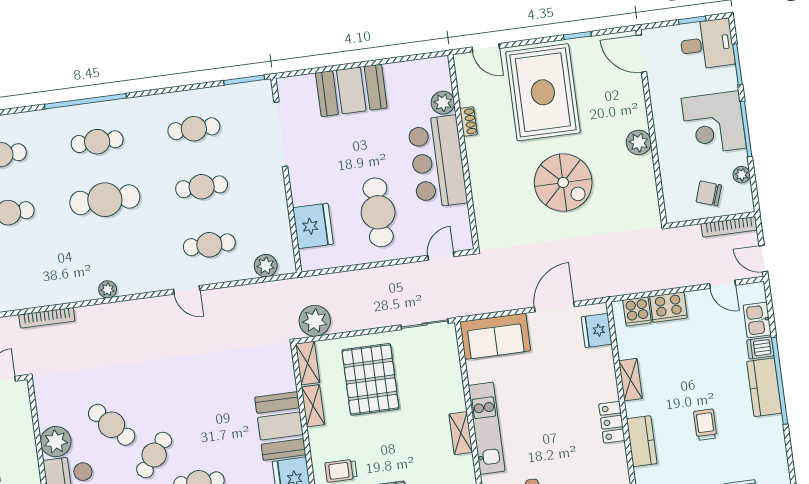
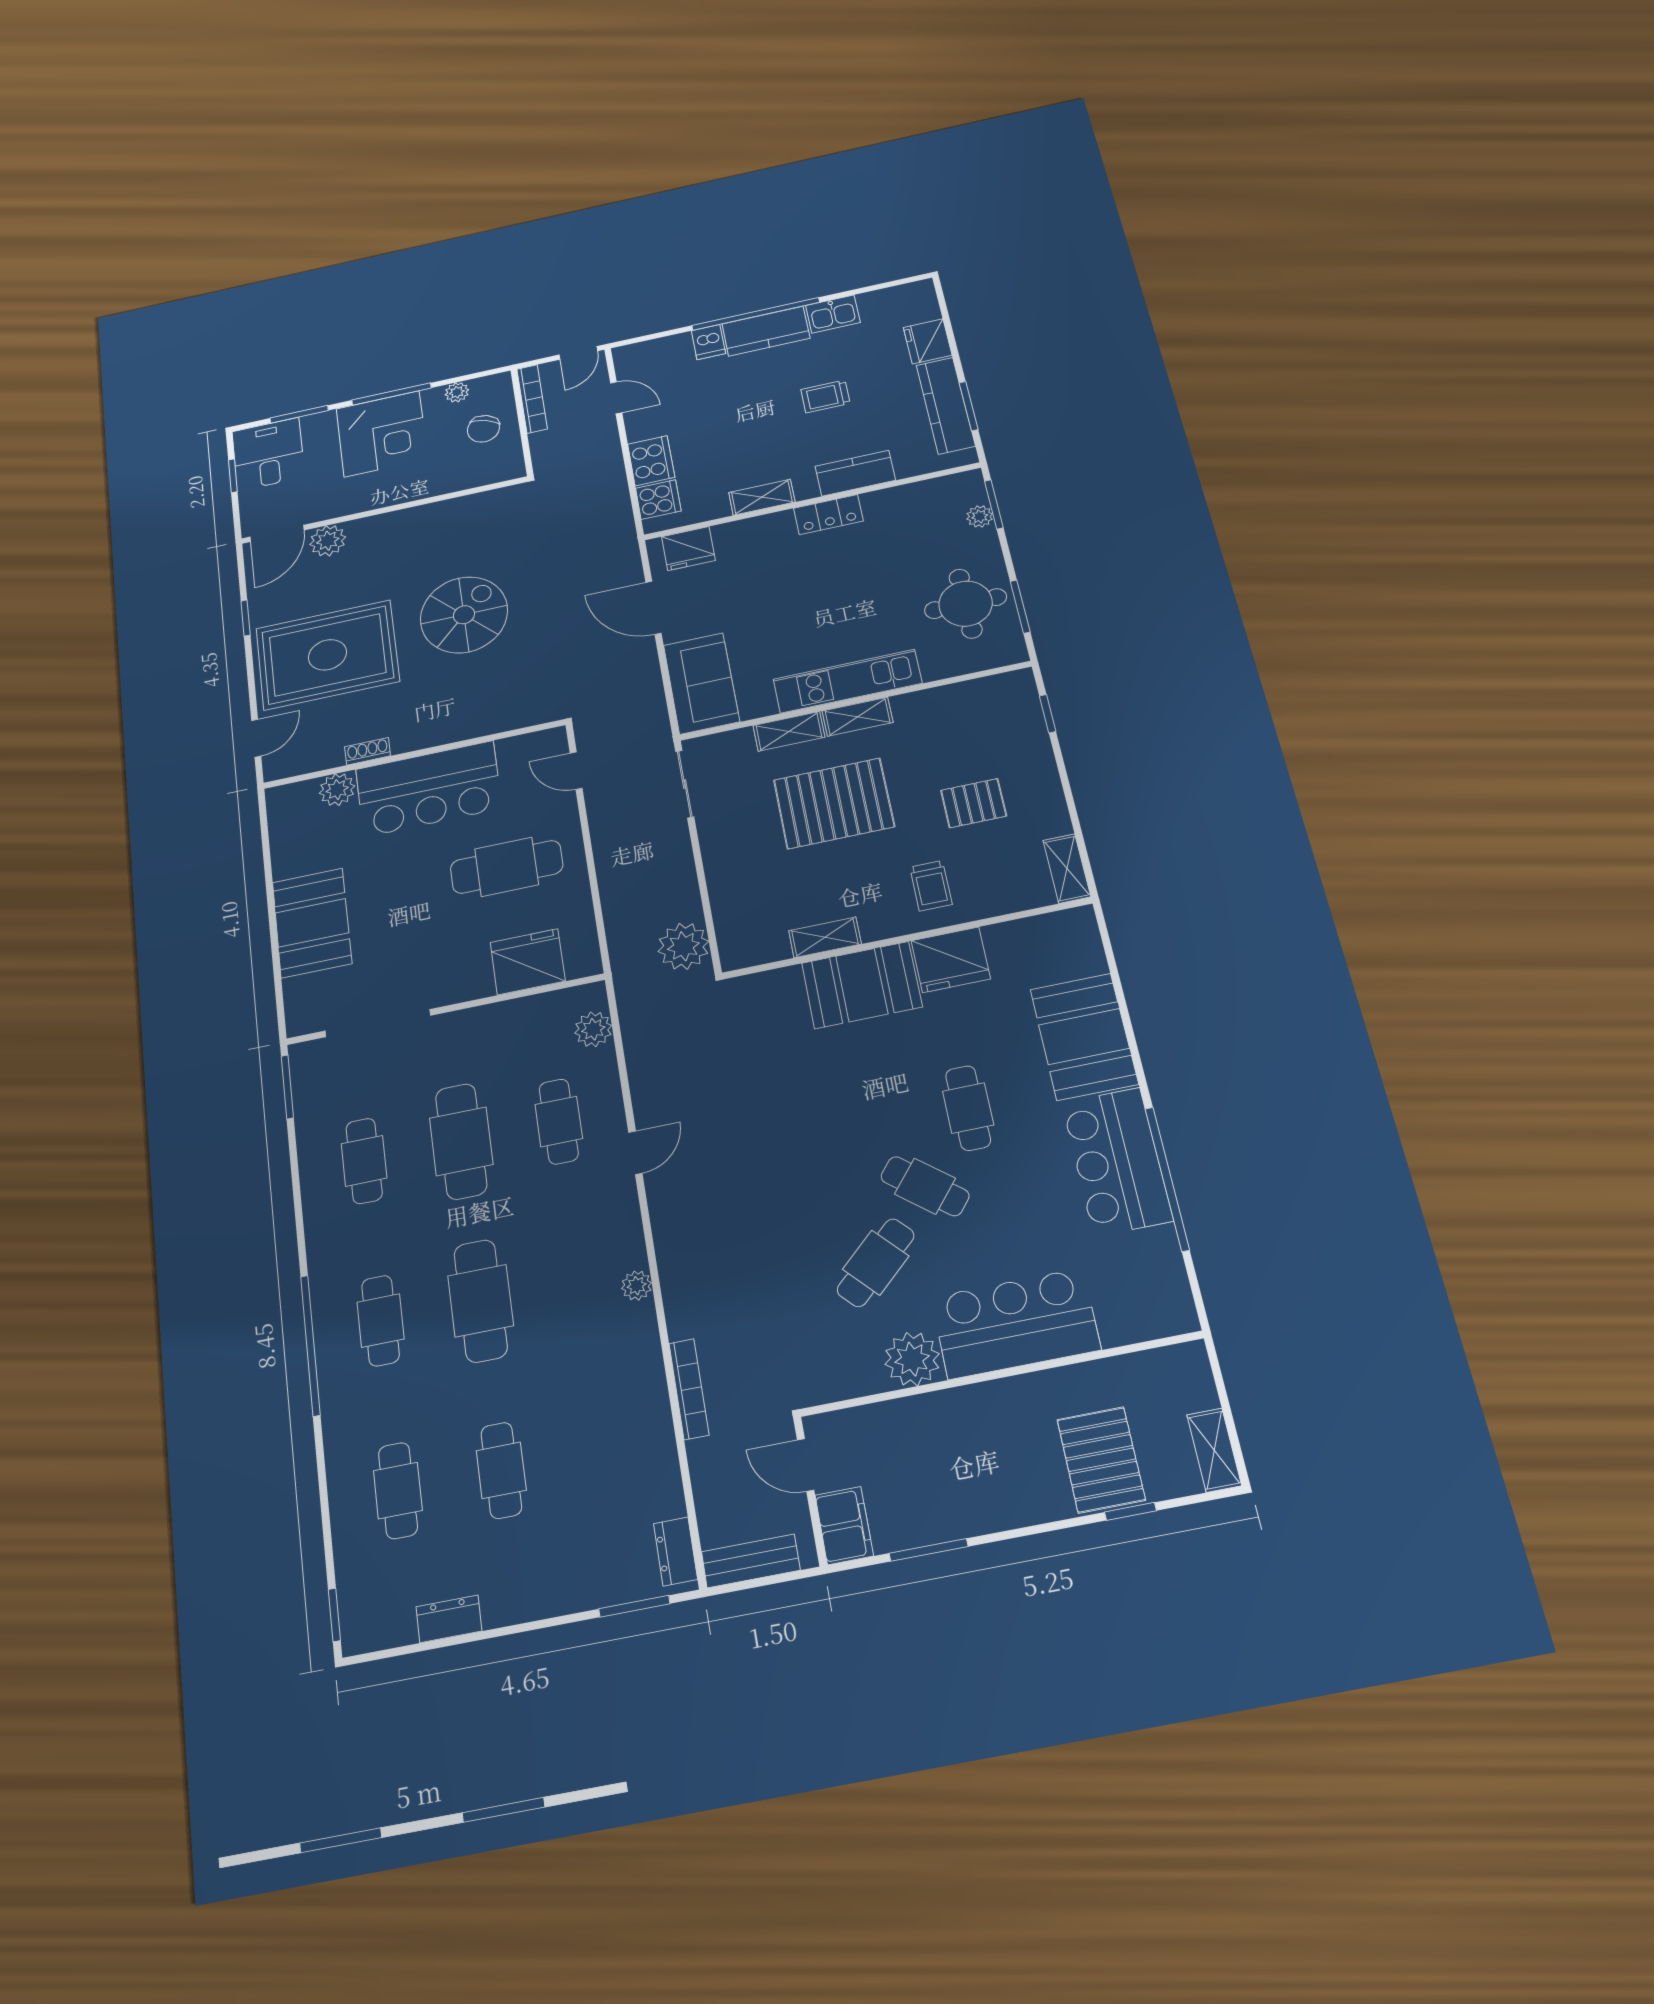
plant: (639, 142) -> (328, 541), moved
cafe table: (202, 187) -> (461, 1141), width x1.37, depth x1.35
door: (723, 284) -> (616, 398), hinge flipped
kitchen sink: (757, 320) -> (833, 314), moved
shelving: (308, 363) -> (789, 731), moved
pallet: (370, 379) -> (834, 803), moved

